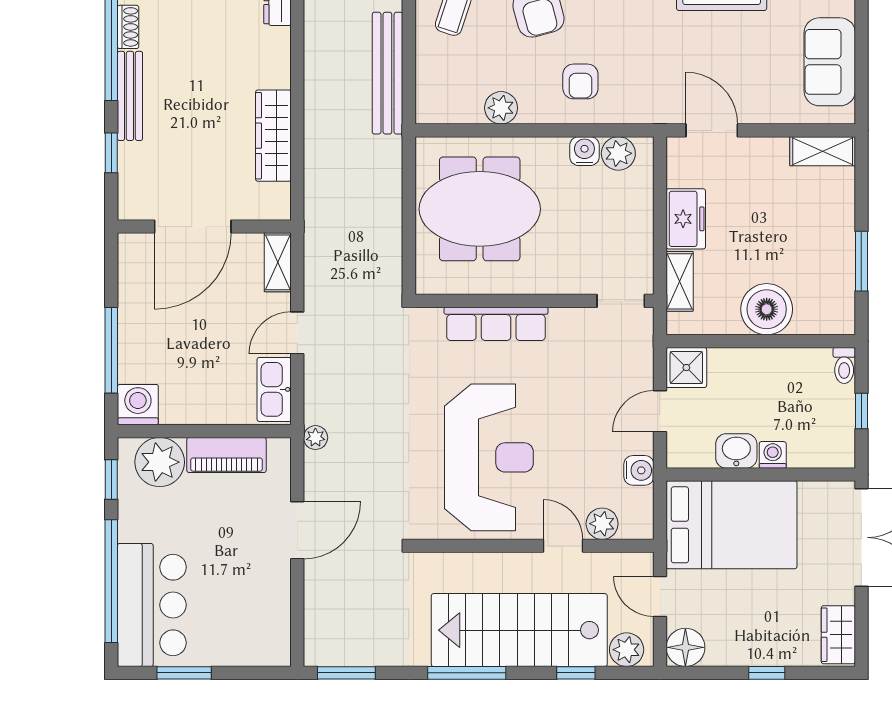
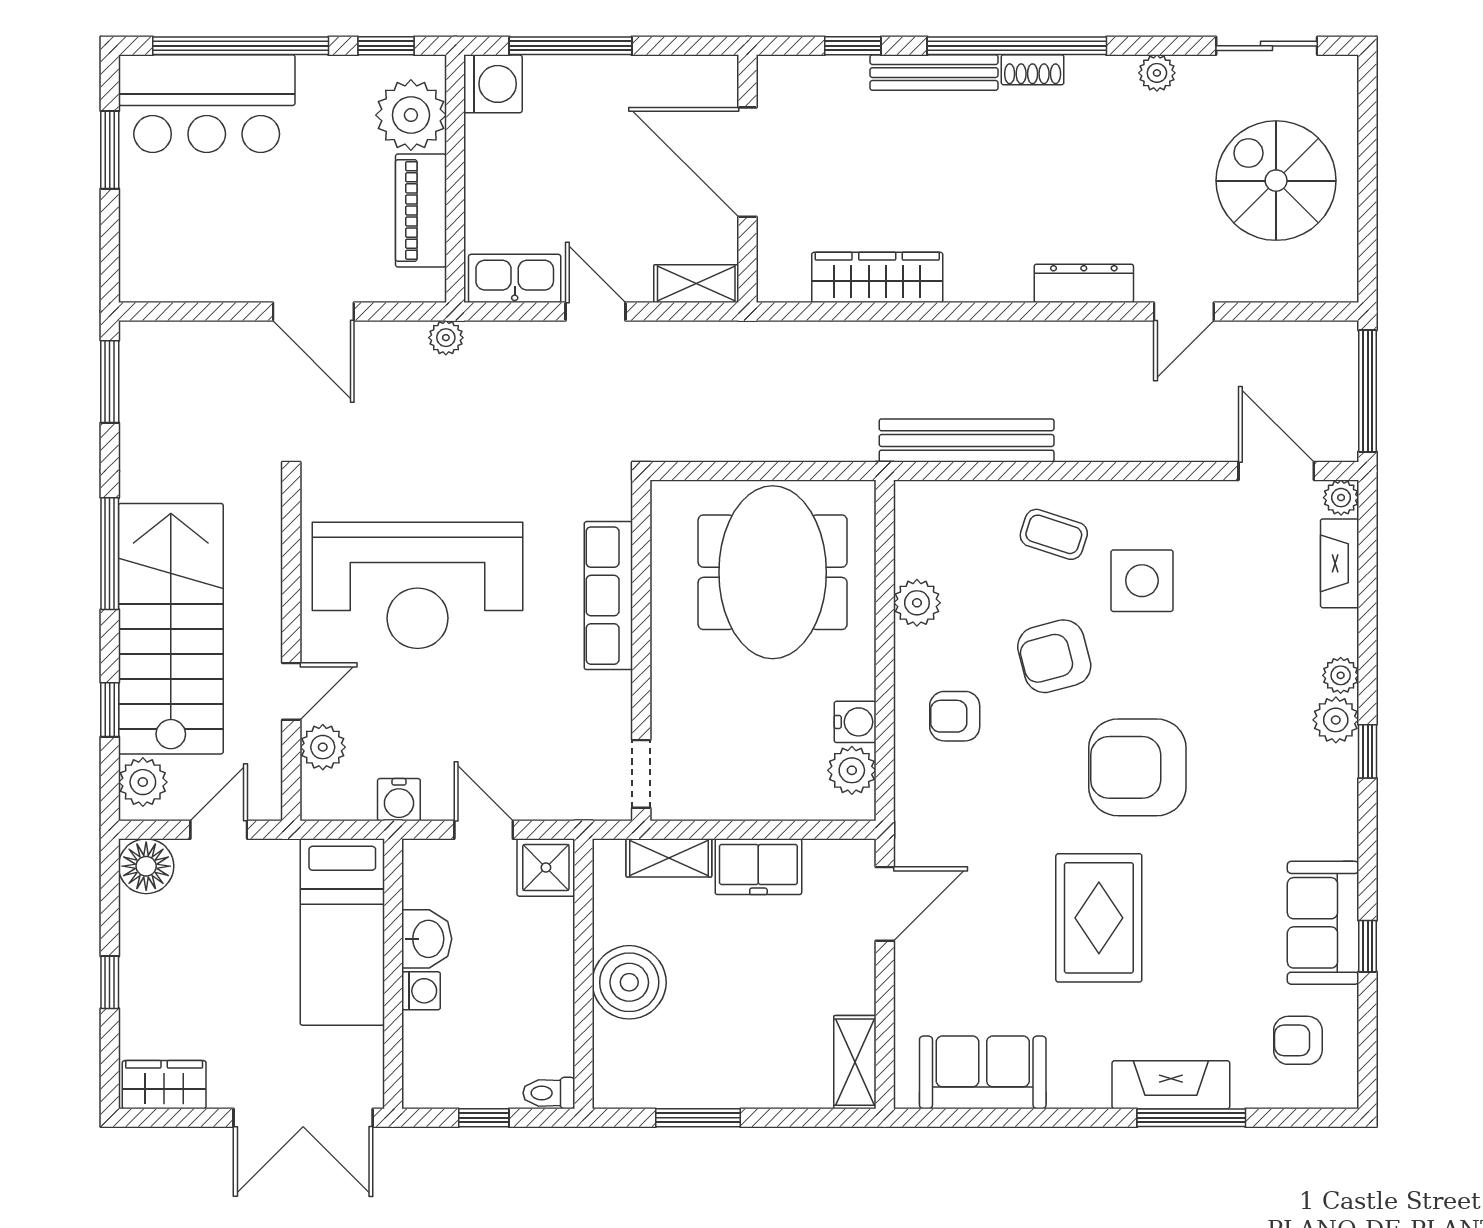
bed: (731, 525) -> (342, 932), width x0.67

